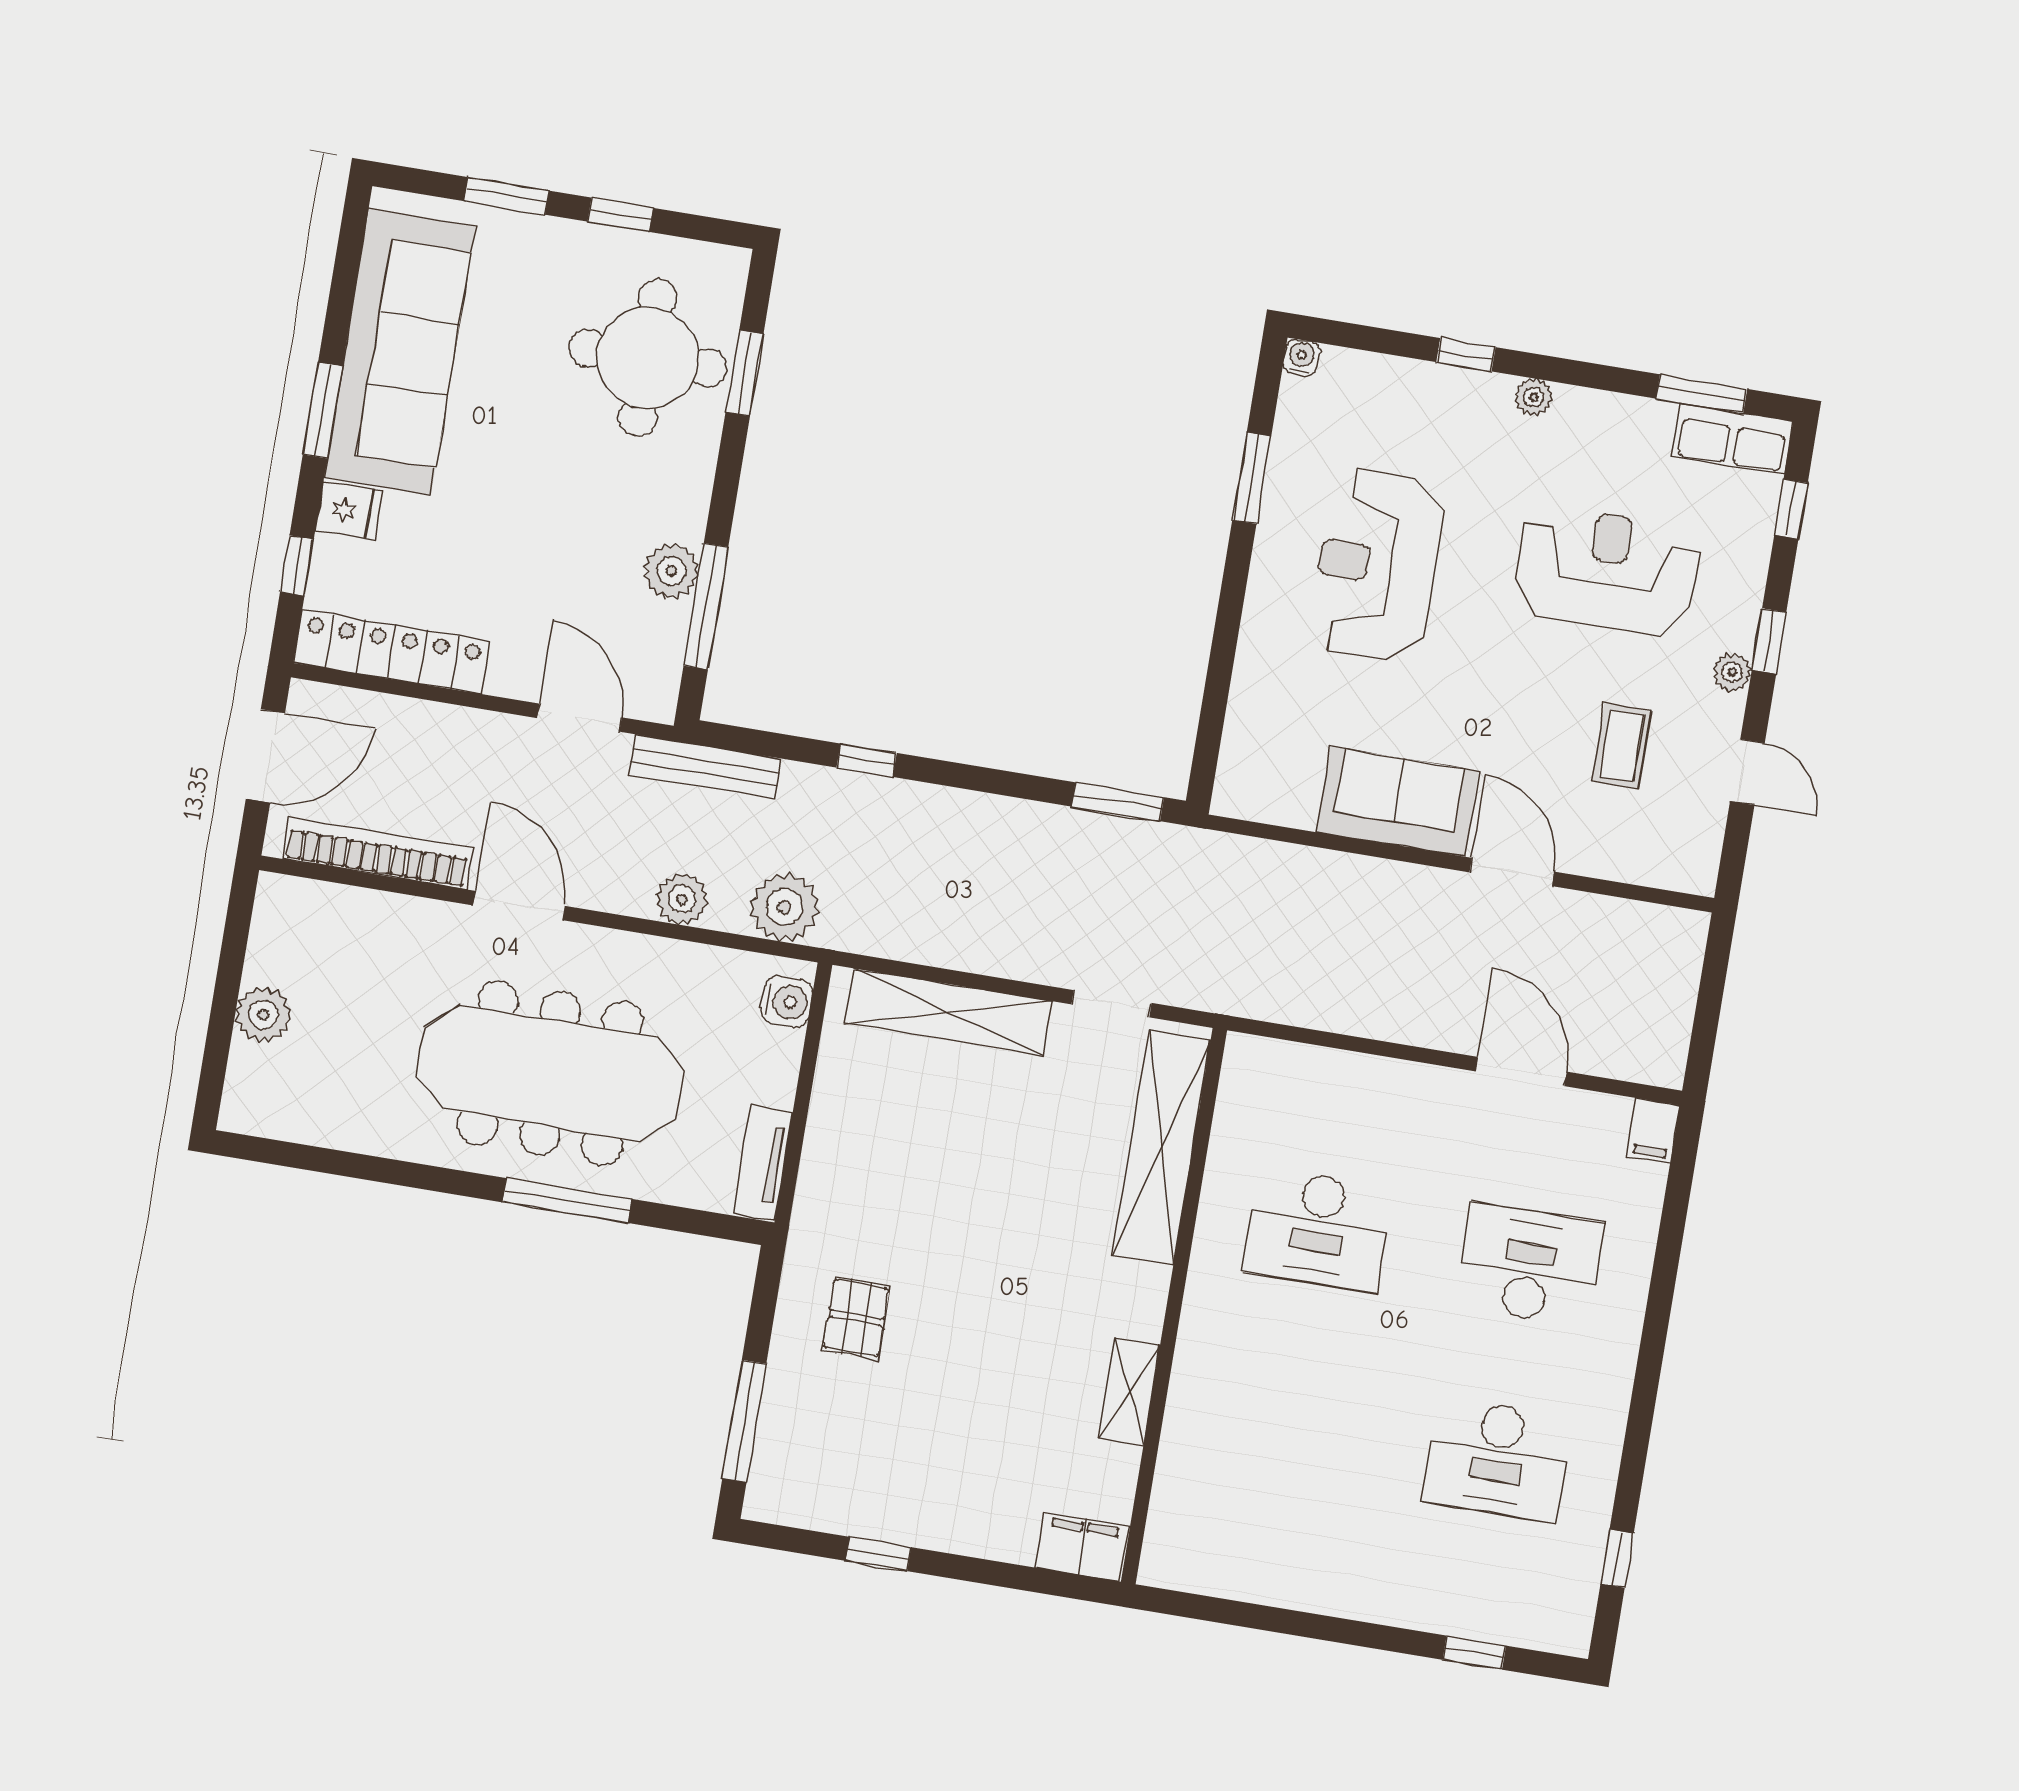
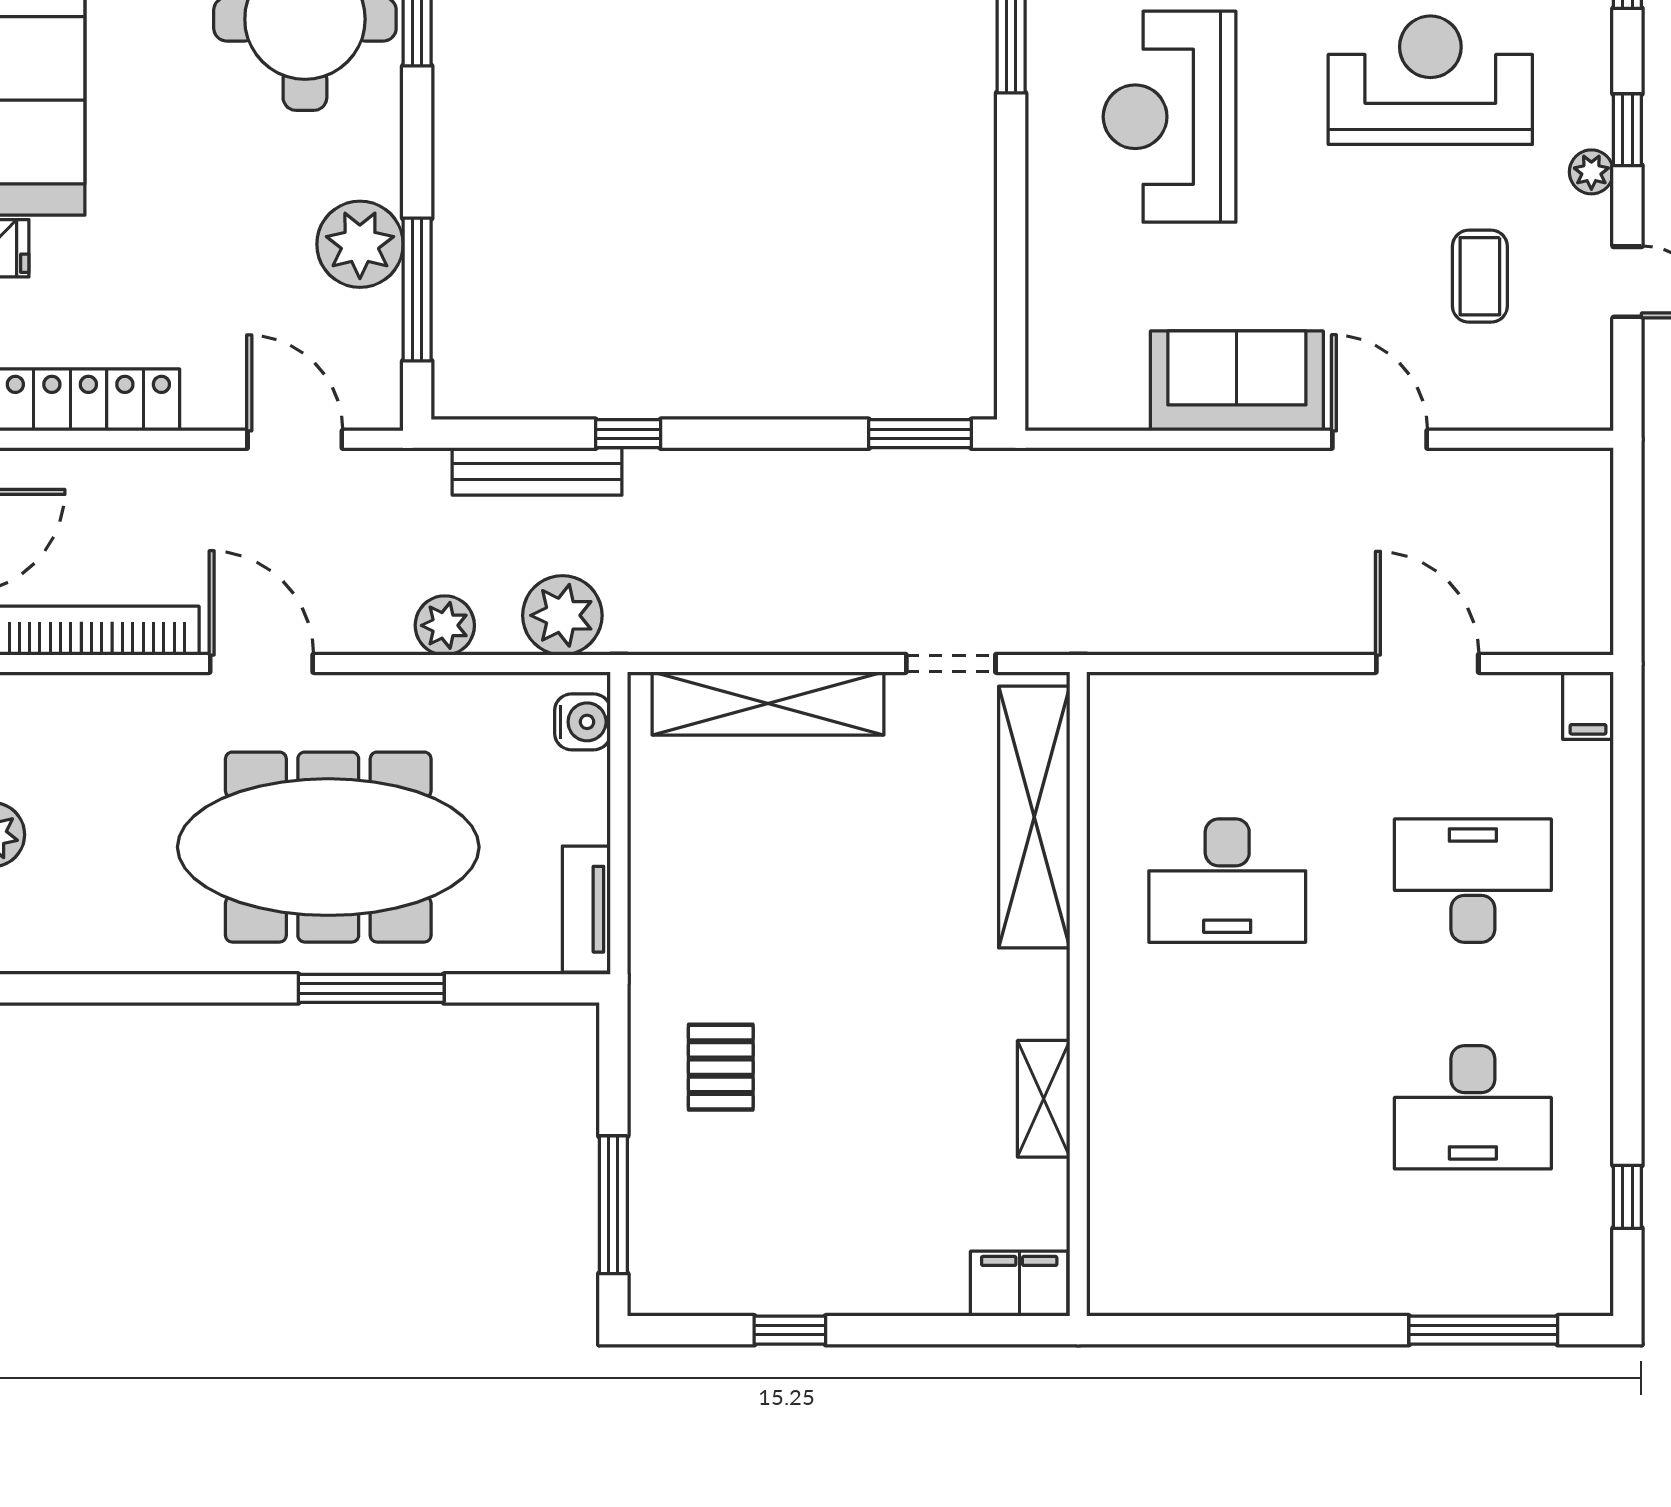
plant: (671, 571) -> (360, 244), width x1.36, depth x1.36
bench: (705, 767) -> (537, 471), moved
window: (1474, 1653) -> (1483, 1330), width x2.17

